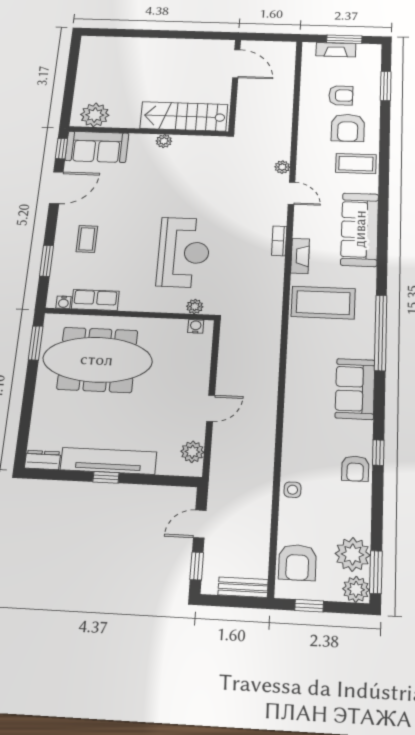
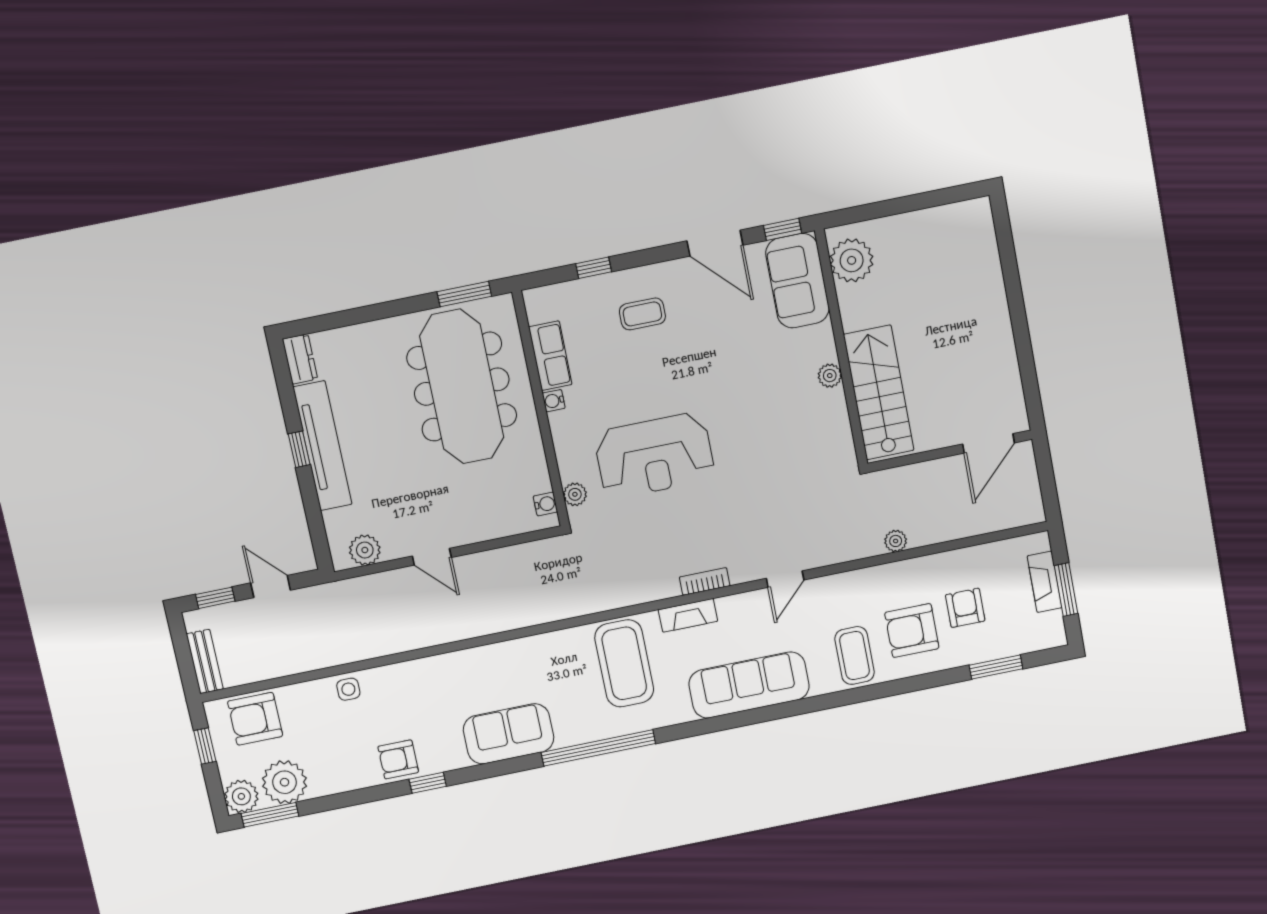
armchair: (341, 95) -> (965, 608), turned 180
plant: (282, 167) -> (896, 541), moved
window: (47, 261) -> (594, 268), width x0.67
water cooler: (64, 302) -> (554, 401), moved

